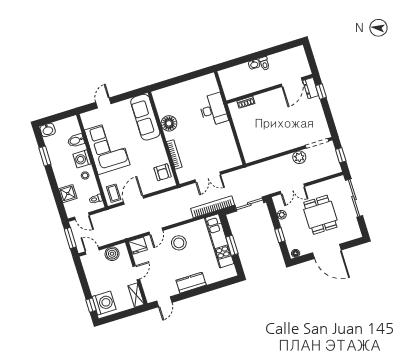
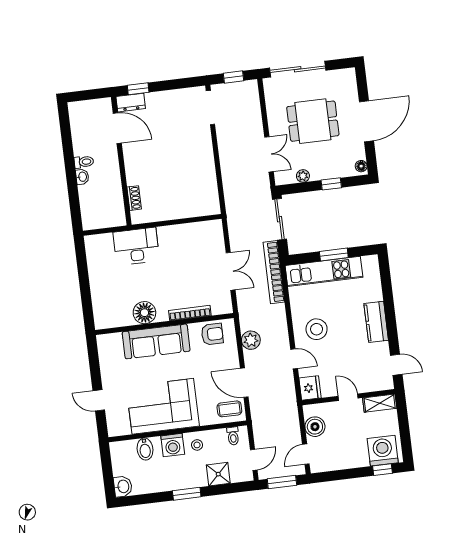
sofa: (145, 117) -> (156, 341), moved
window: (45, 156) -> (187, 494), moved
plant: (299, 157) -> (251, 340), moved

